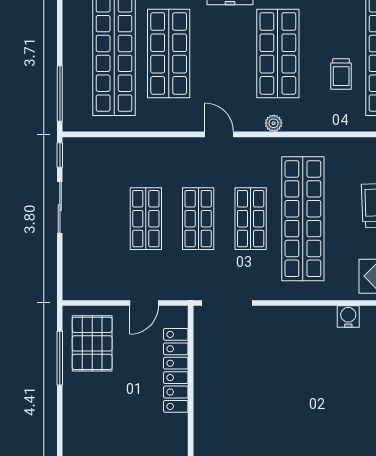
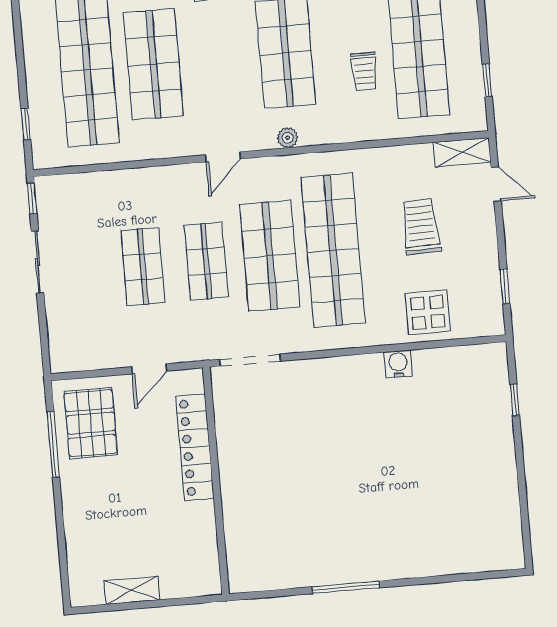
window: (60, 94) -> (26, 124), width x0.46
door: (219, 134) -> (223, 157), swing flipped
shop shelf: (251, 219) -> (270, 256), width x1.43, depth x1.36

